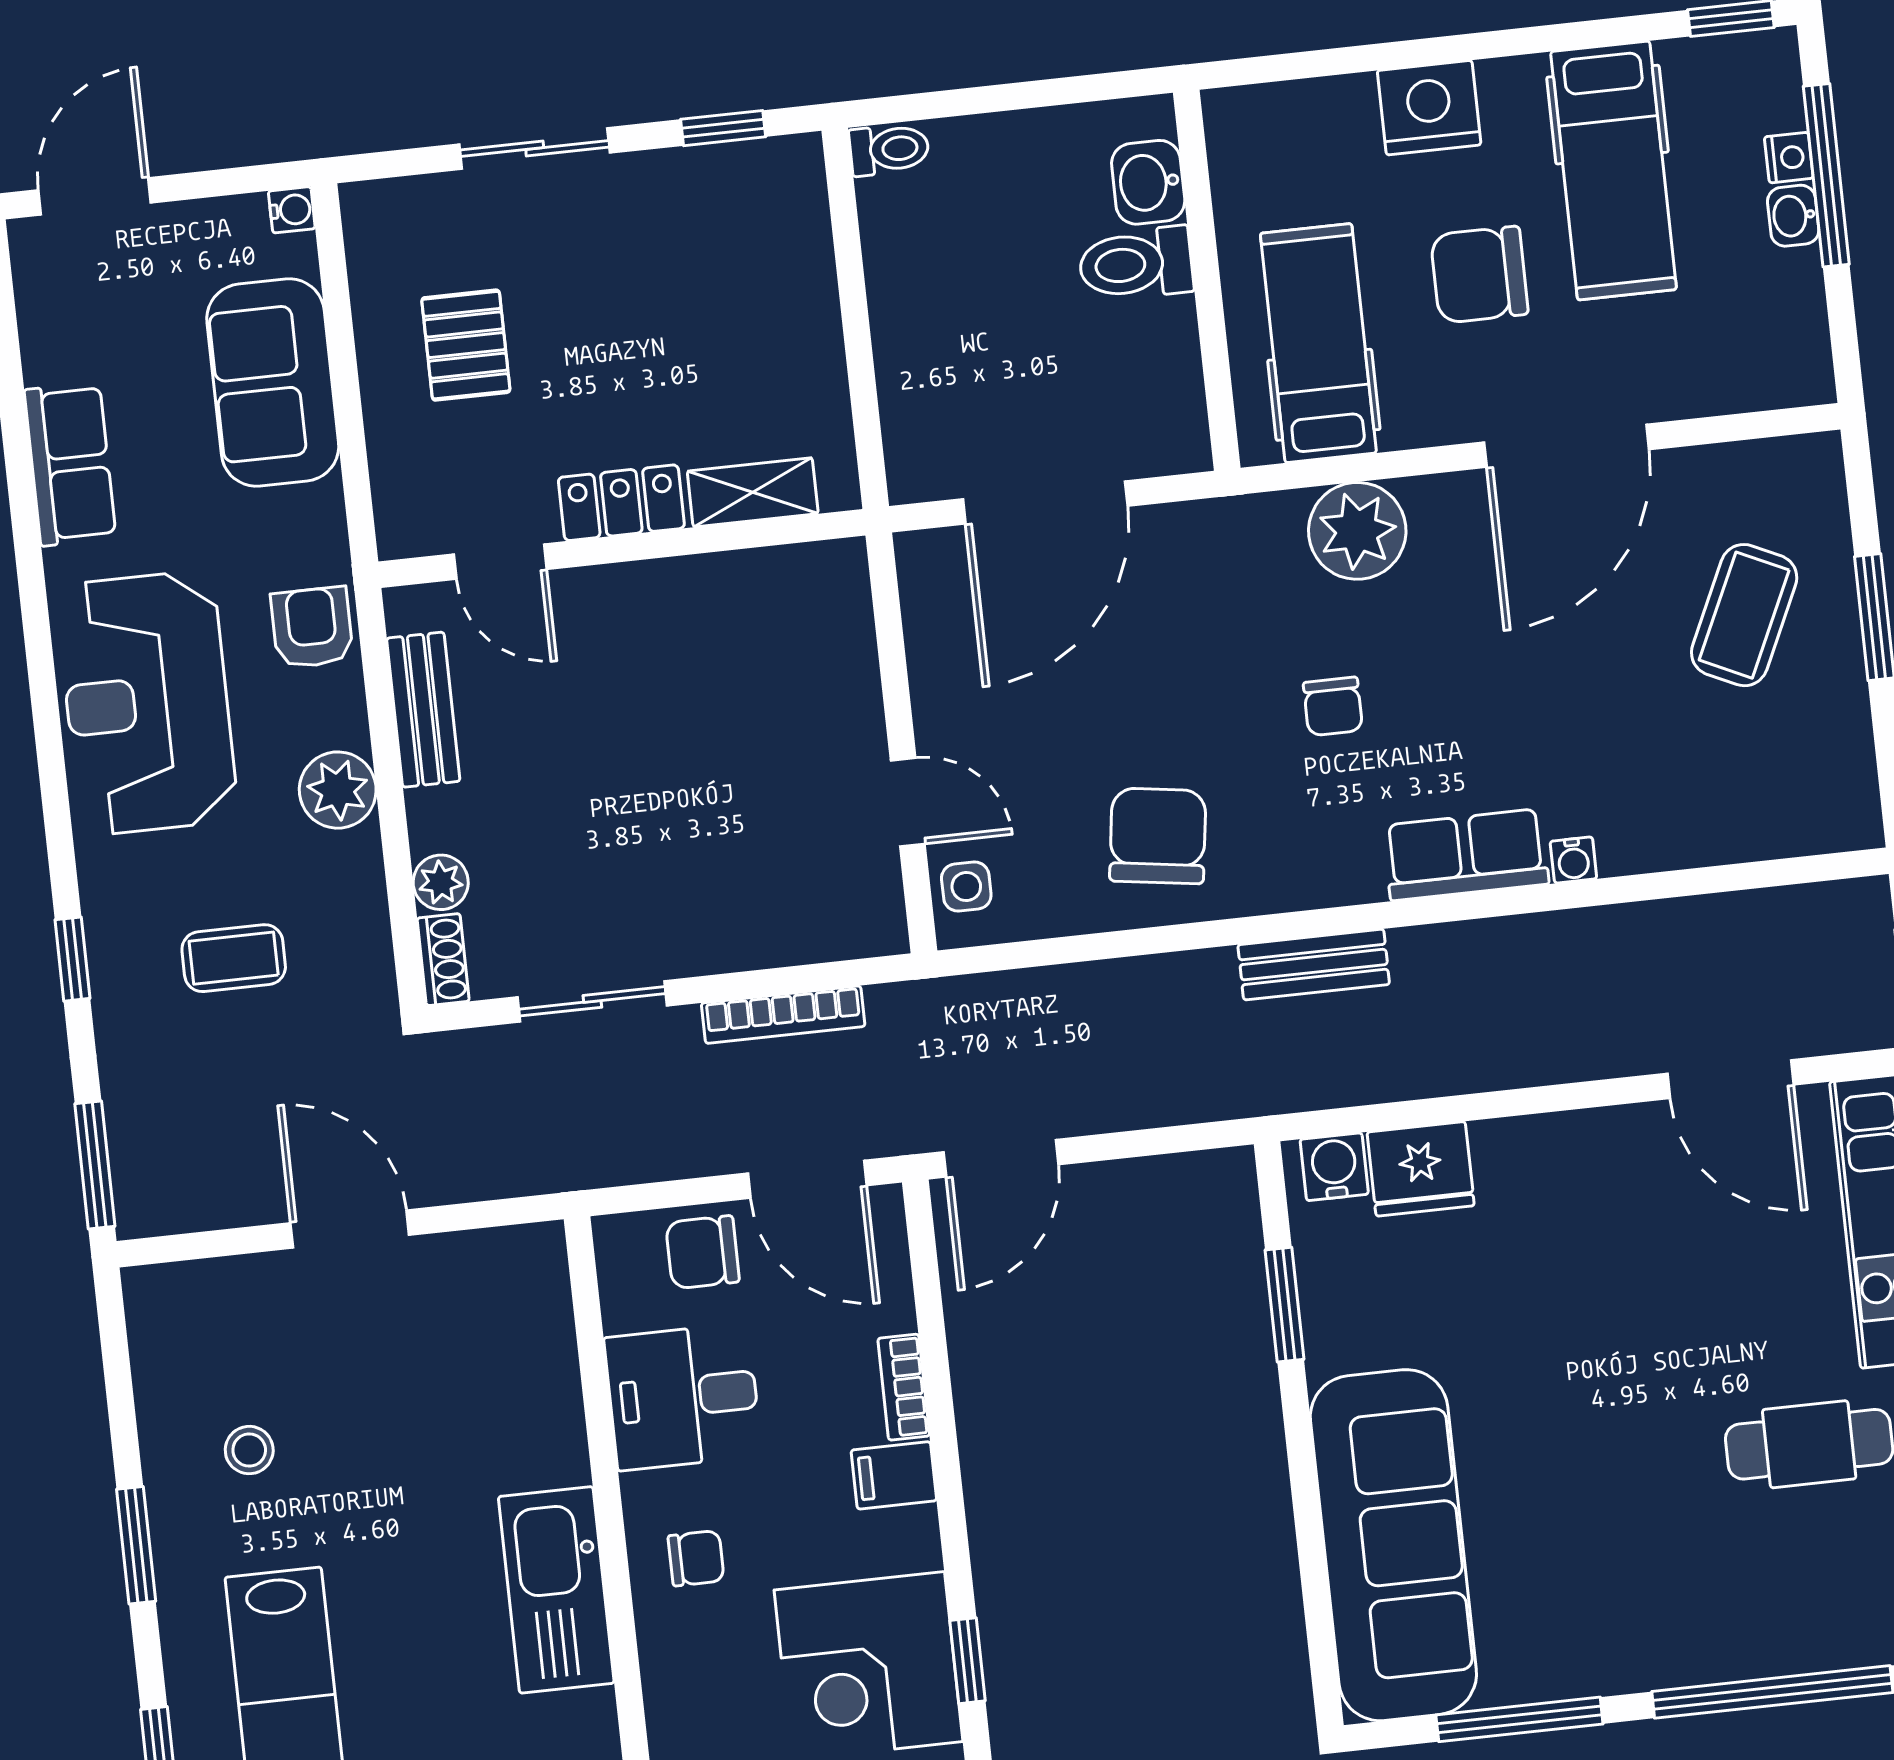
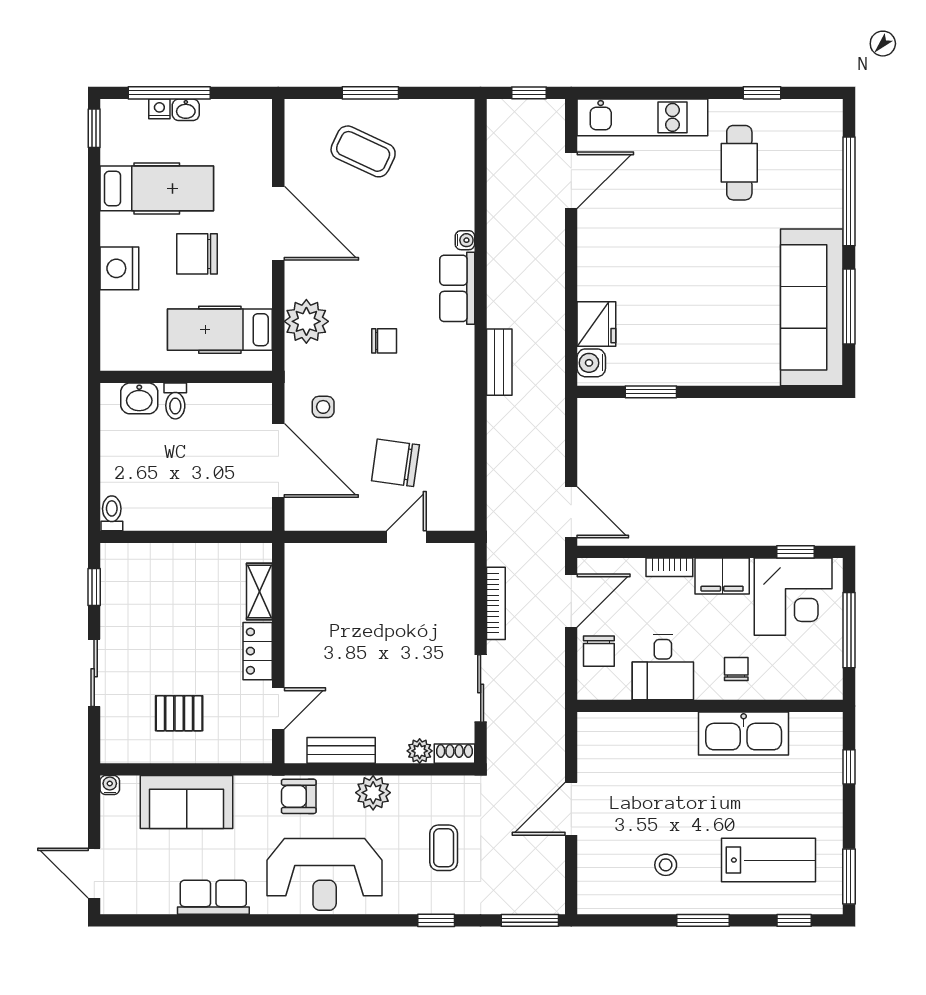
toilet: (1136, 264) -> (175, 401), width x0.73, depth x0.72
chair: (1479, 275) -> (197, 254), turned 90
chair: (1158, 836) -> (395, 463), moved
side table: (966, 887) -> (323, 407), moved
filing cabinet: (894, 1475) -> (722, 576), width x2.00
sofa: (1393, 1545) -> (812, 307), moved, turned -90

